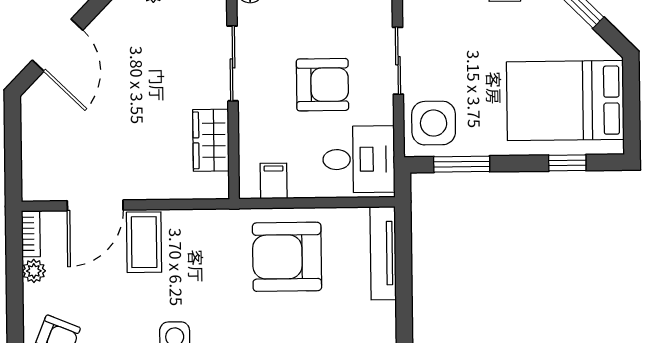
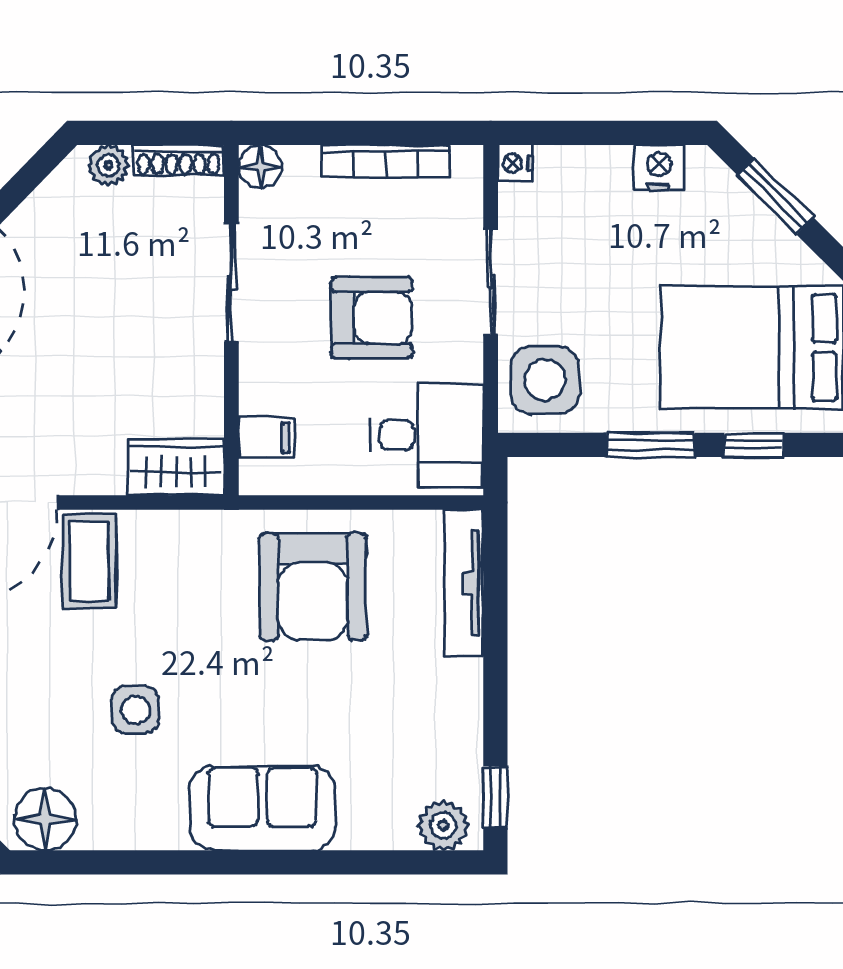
wardrobe: (211, 140) -> (176, 467), moved, turned 90
window: (462, 164) -> (651, 445), moved
filing cabinet: (274, 181) -> (266, 438), moved, turned 90
armchair: (287, 257) -> (313, 587), turned -90

